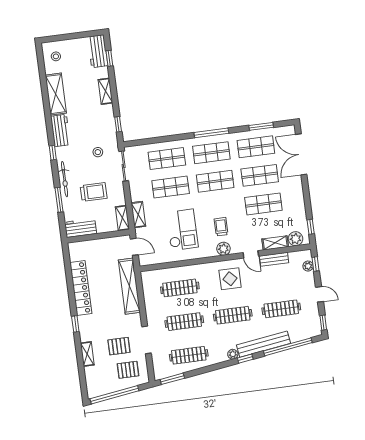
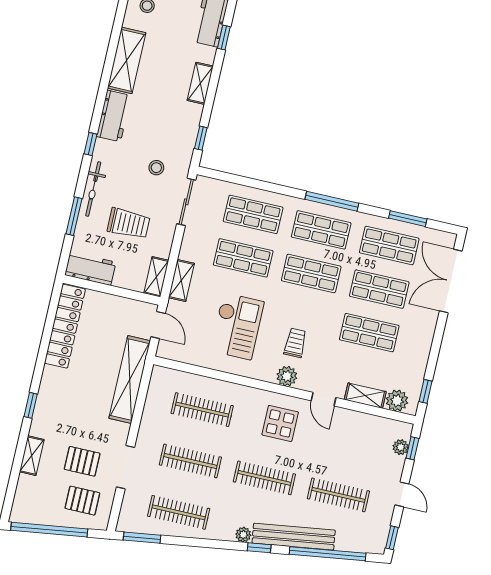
bench: (274, 259) -> (355, 419), removed
locker: (81, 288) -> (65, 326), moved

